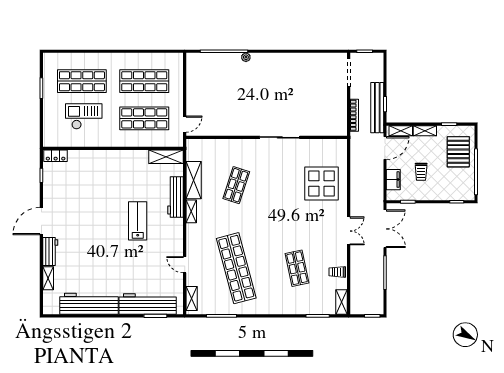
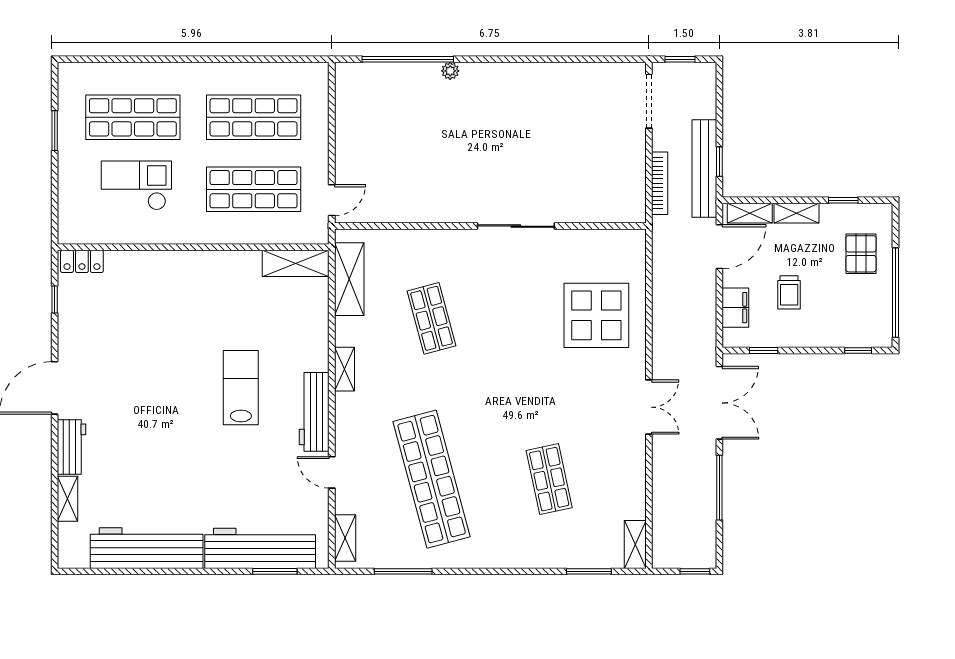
pallet: (458, 152) -> (861, 254), width x0.67, depth x0.71
shelving: (194, 180) -> (349, 279), moved
shop shelf: (236, 185) -> (432, 318), turned -33
workbench: (176, 197) -> (314, 412), moved
trolley: (337, 272) -> (627, 486), removed

